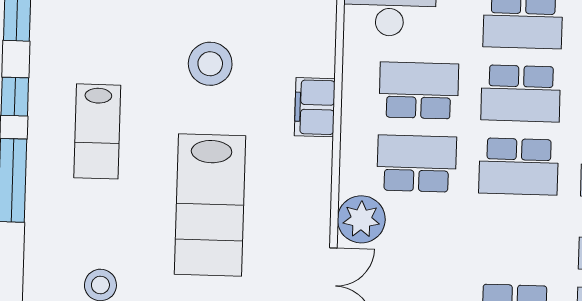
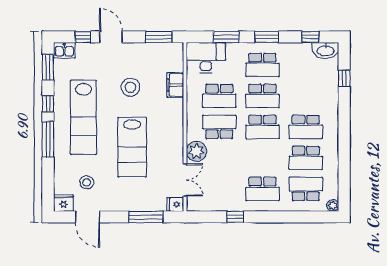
school desk: (419, 90) -> (219, 96), turned 180
filing cabinet: (315, 107) -> (175, 85), moved
lab bench: (97, 131) -> (83, 117), width x1.86, depth x1.39

